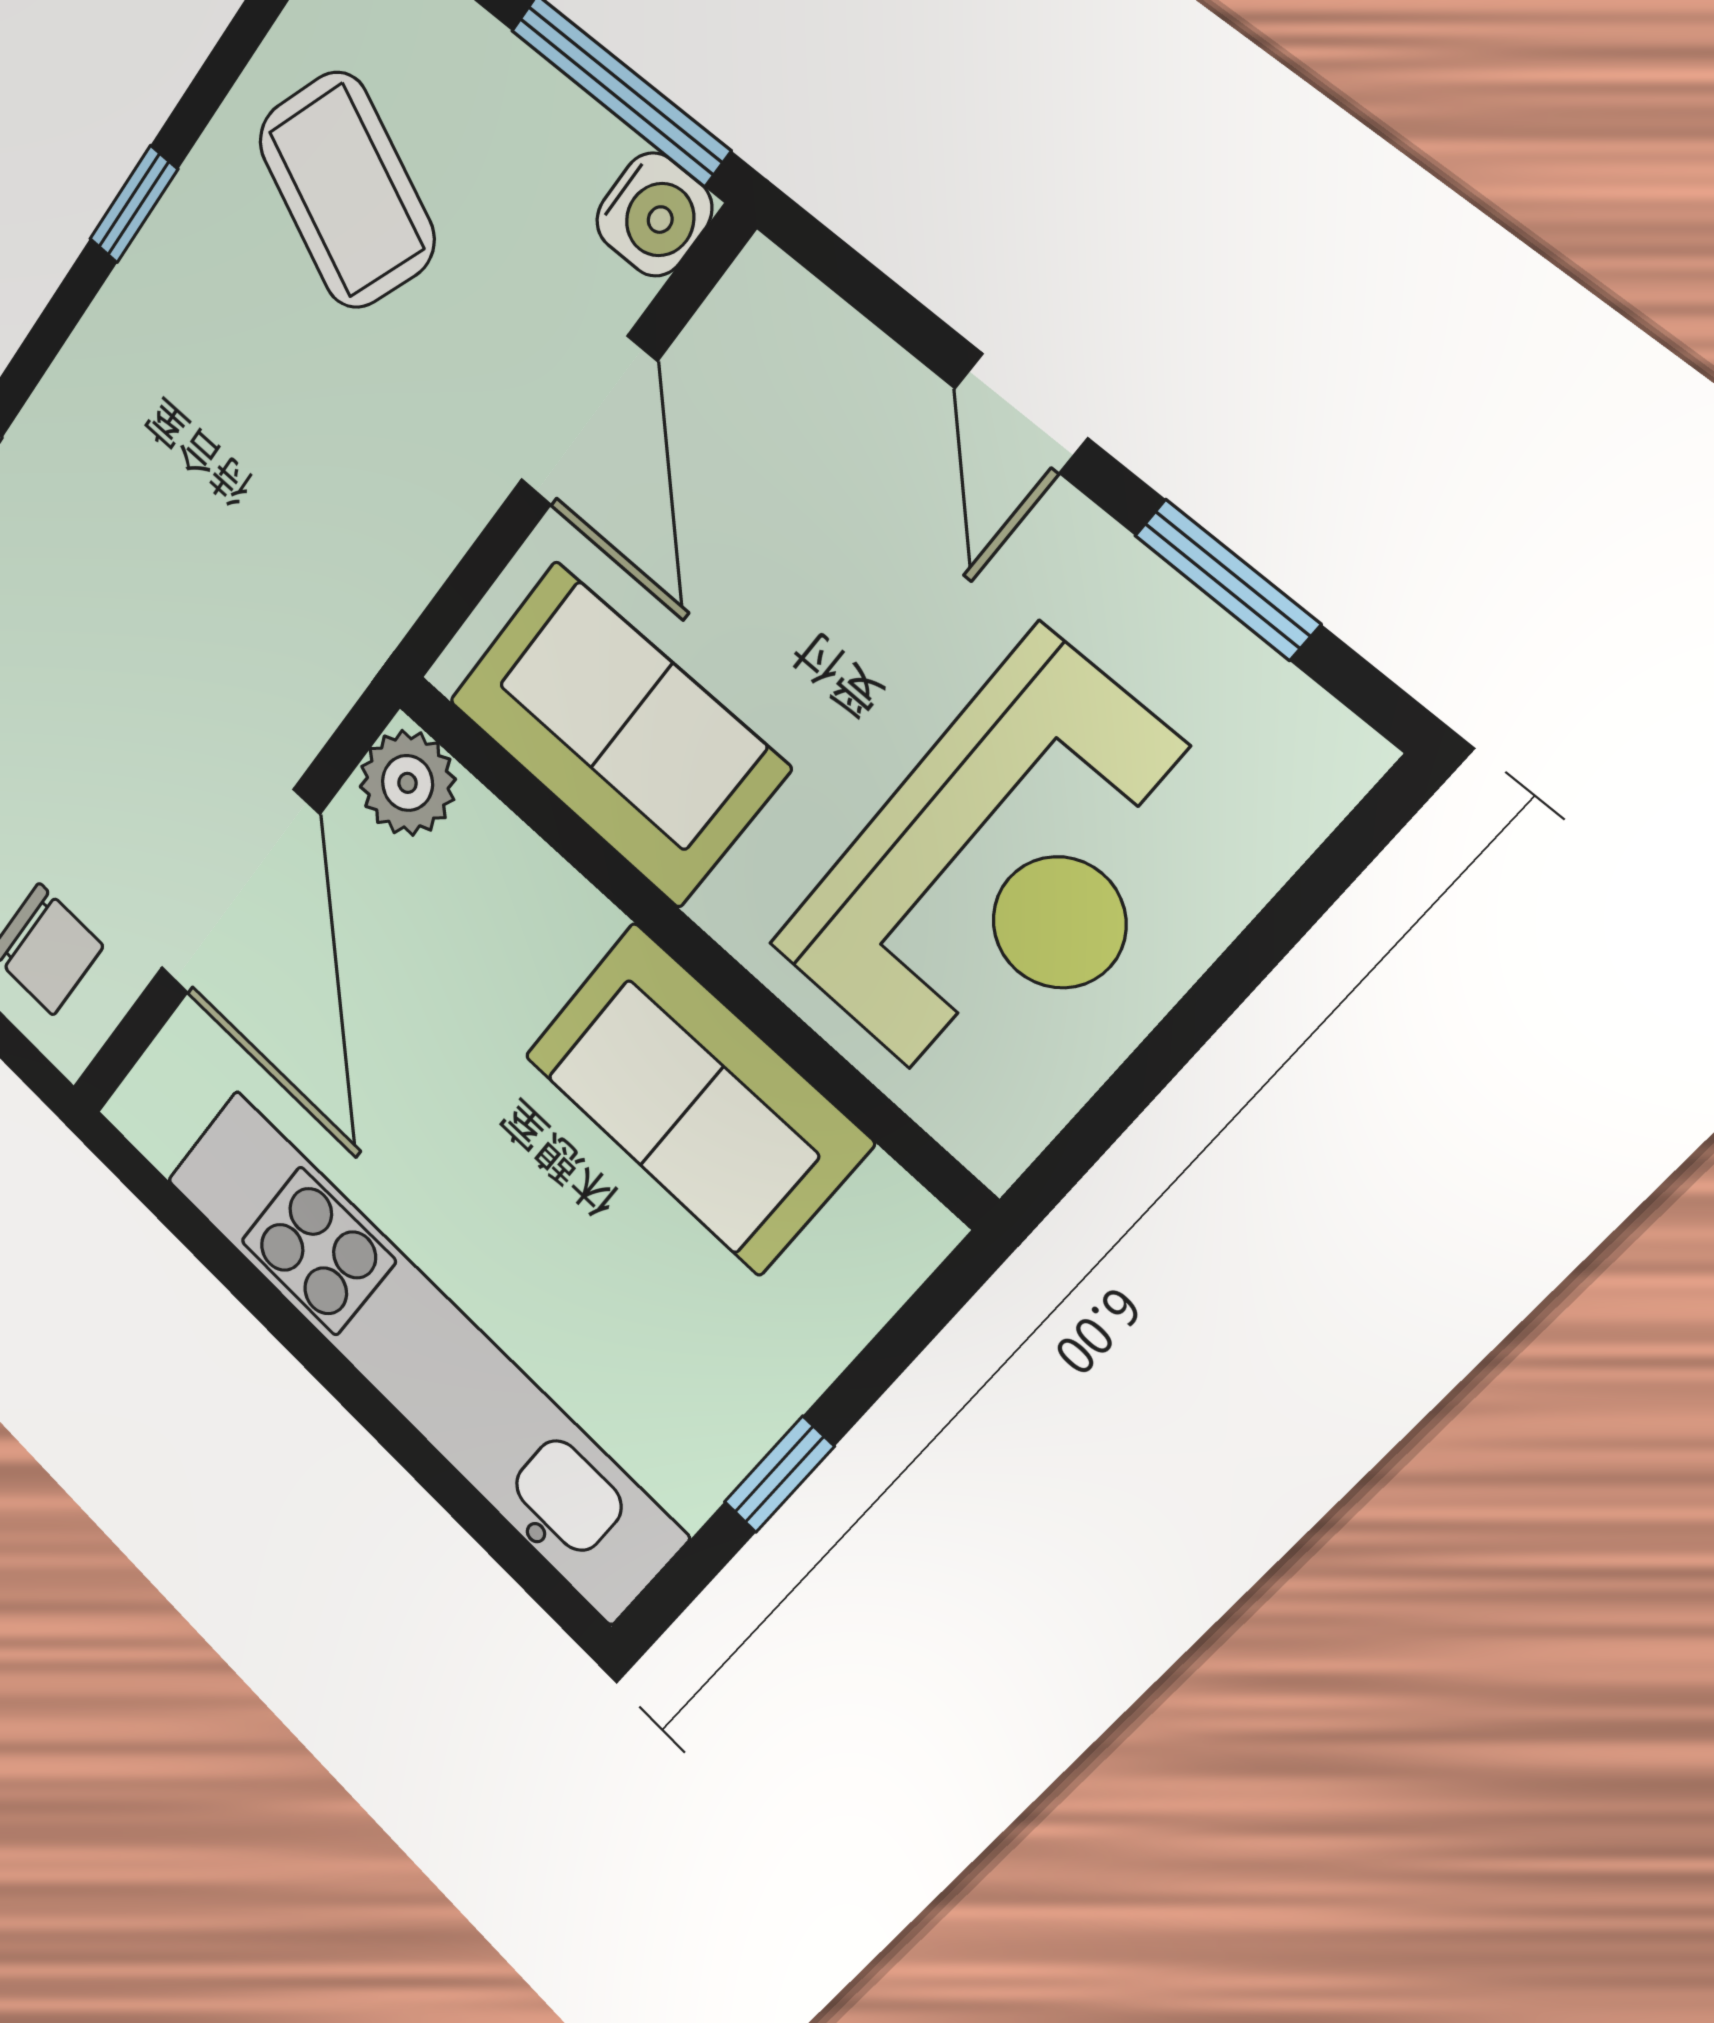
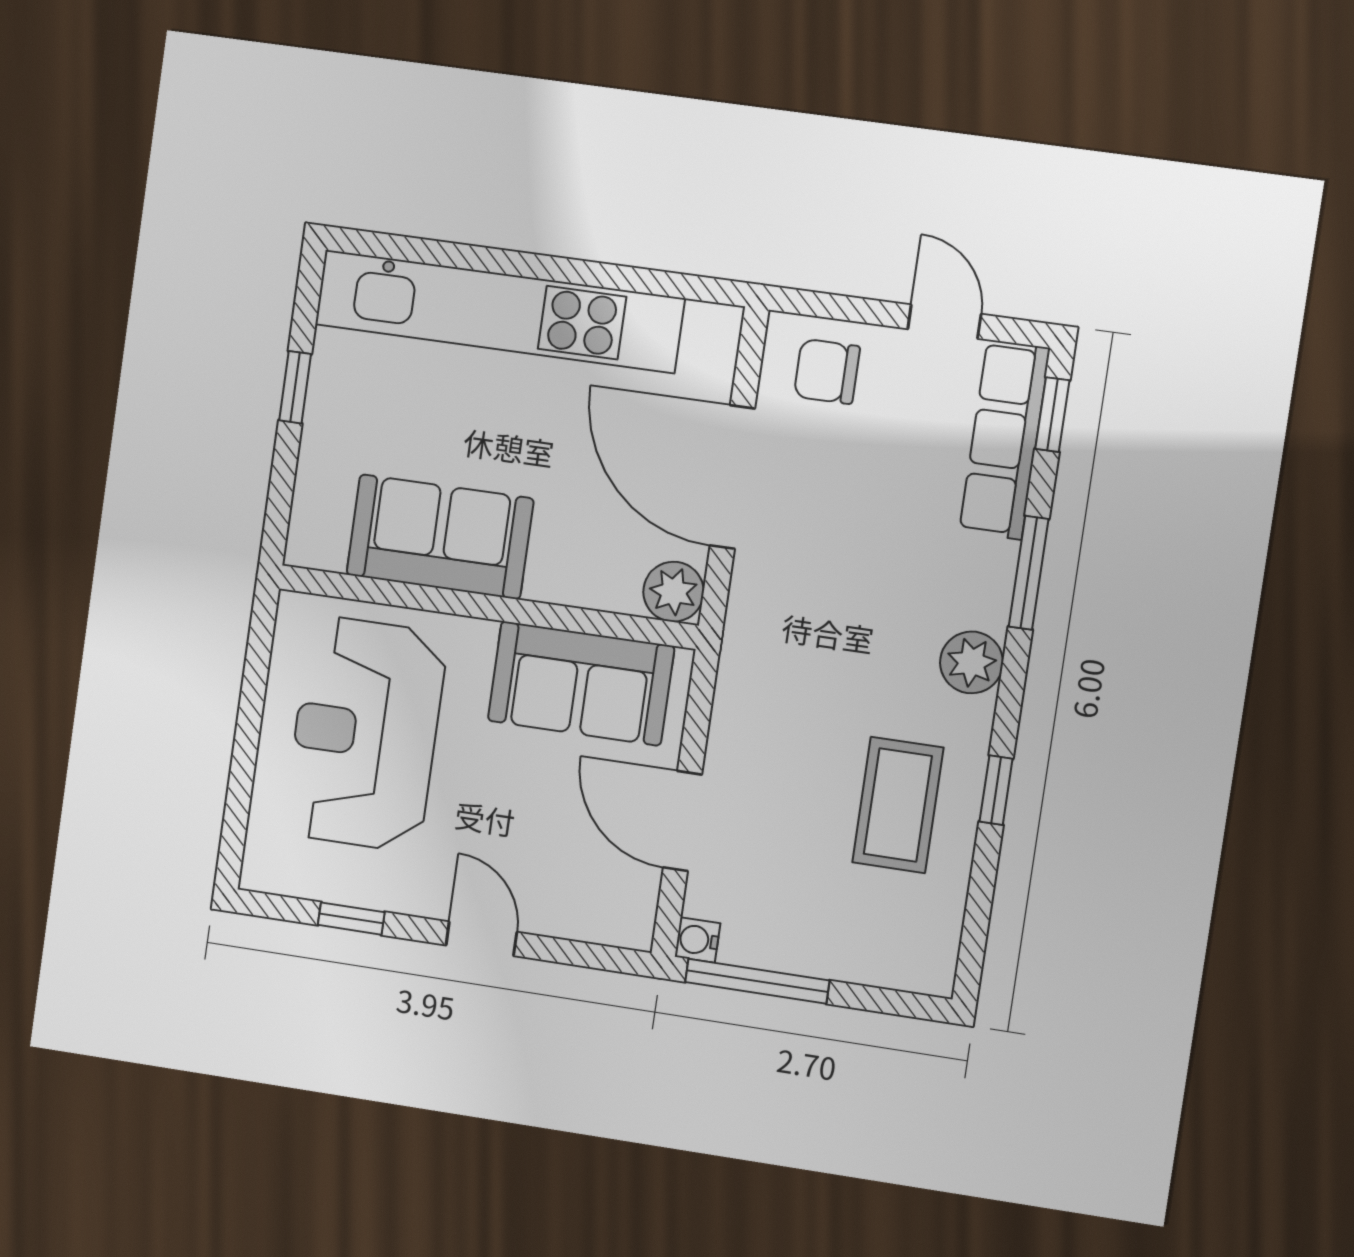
coffee table: (346, 190) -> (898, 805), moved, turned 67
water cooler: (654, 215) -> (698, 940), width x0.72, depth x0.72
plant: (73, 416) -> (972, 662), added
window: (1227, 580) -> (351, 919), width x0.67

